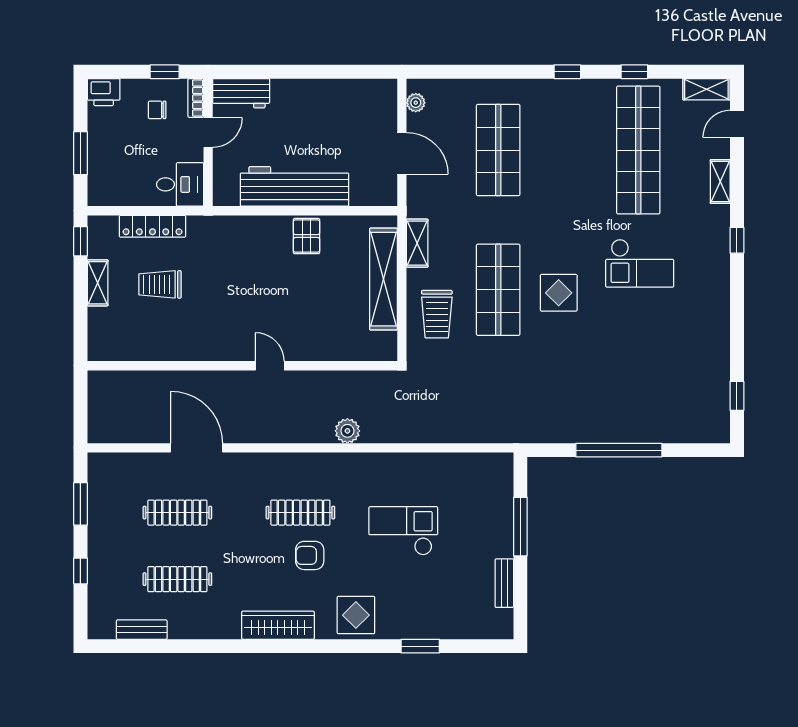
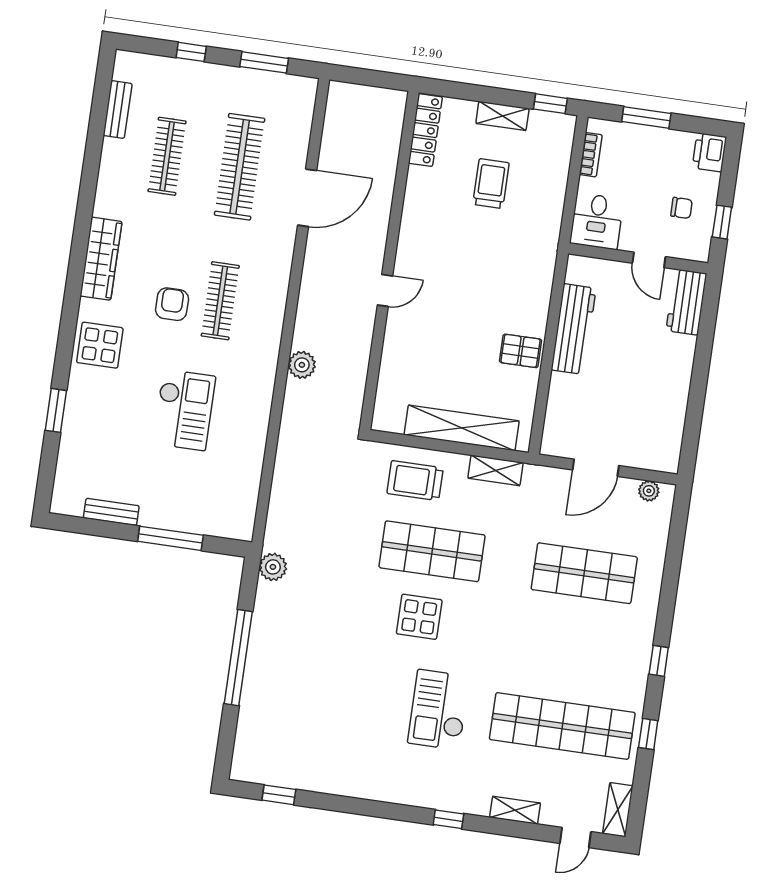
bookcase: (196, 98) -> (591, 155), moved, turned 90
chair: (157, 110) -> (682, 208), turned 90
door: (737, 124) -> (575, 838), swing flipped
workbench: (294, 186) -> (574, 329), width x0.73, depth x0.76
locker: (153, 226) -> (425, 130), moved, turned 180
plant: (533, 431) -> (273, 567), added
clothes rail: (177, 513) -> (240, 167), width x1.37, depth x1.31

